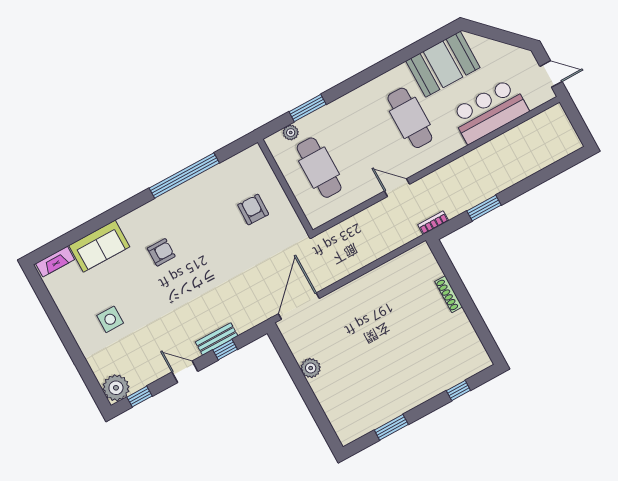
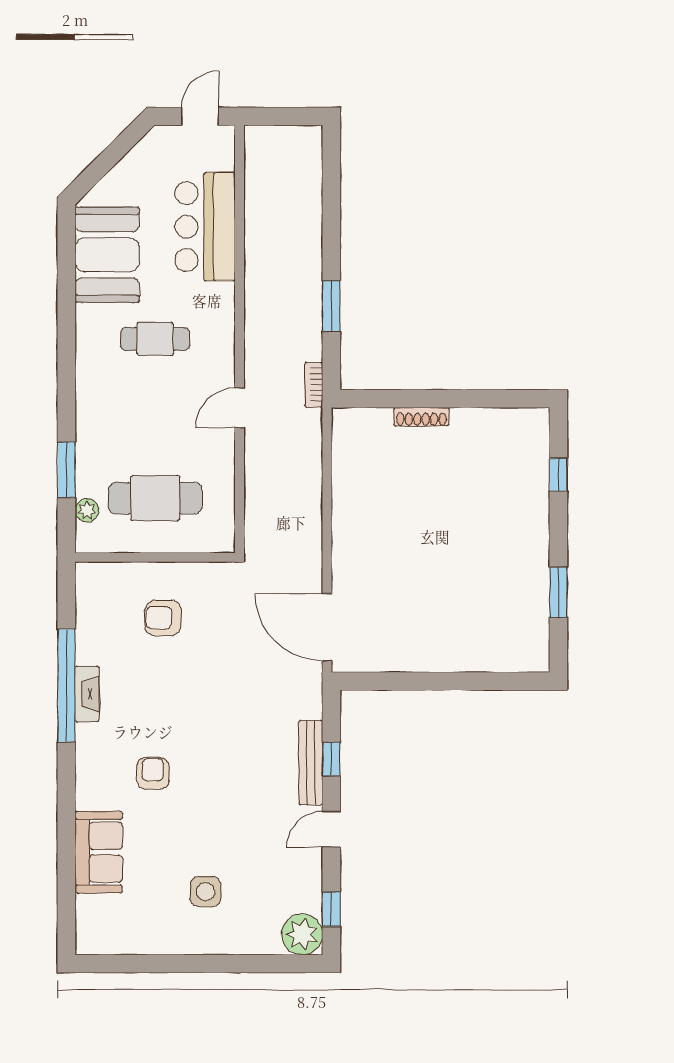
cafe table: (410, 118) -> (155, 339), width x0.73, depth x0.74
fireplace: (55, 262) -> (87, 694), moved
bench: (217, 339) -> (311, 763), width x1.36
plant: (311, 368) -> (419, 657), removed

